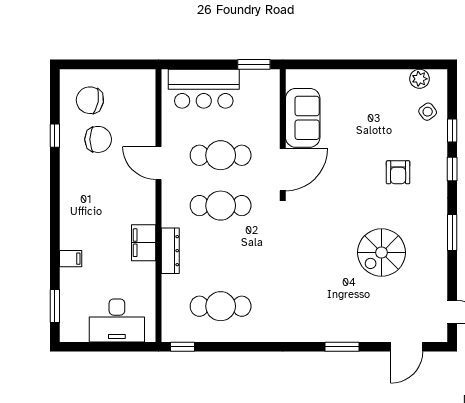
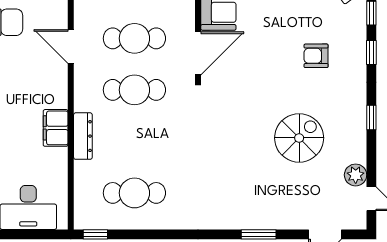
armchair: (398, 172) -> (316, 56), turned 90
window: (452, 233) -> (371, 118), width x0.67
spiral stairs: (382, 253) -> (299, 138), turned 180
plant: (437, 289) -> (356, 175), added

